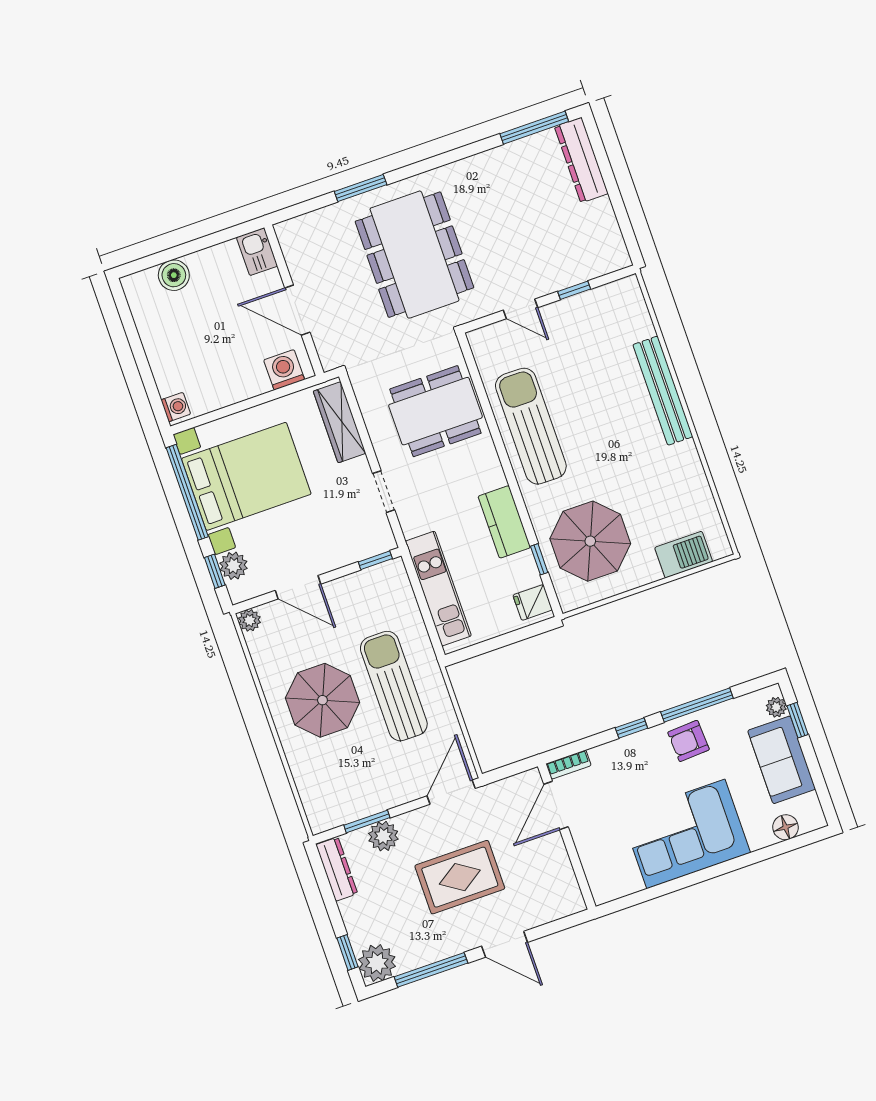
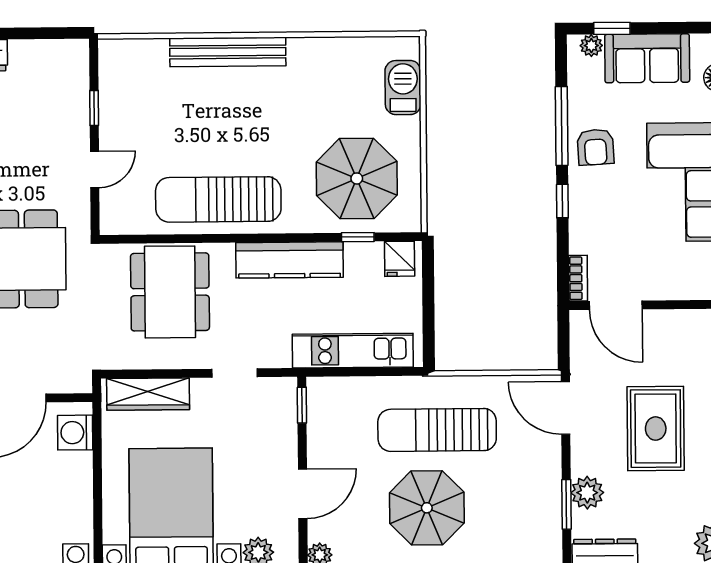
kitchen counter: (504, 522) -> (289, 260), width x1.50

